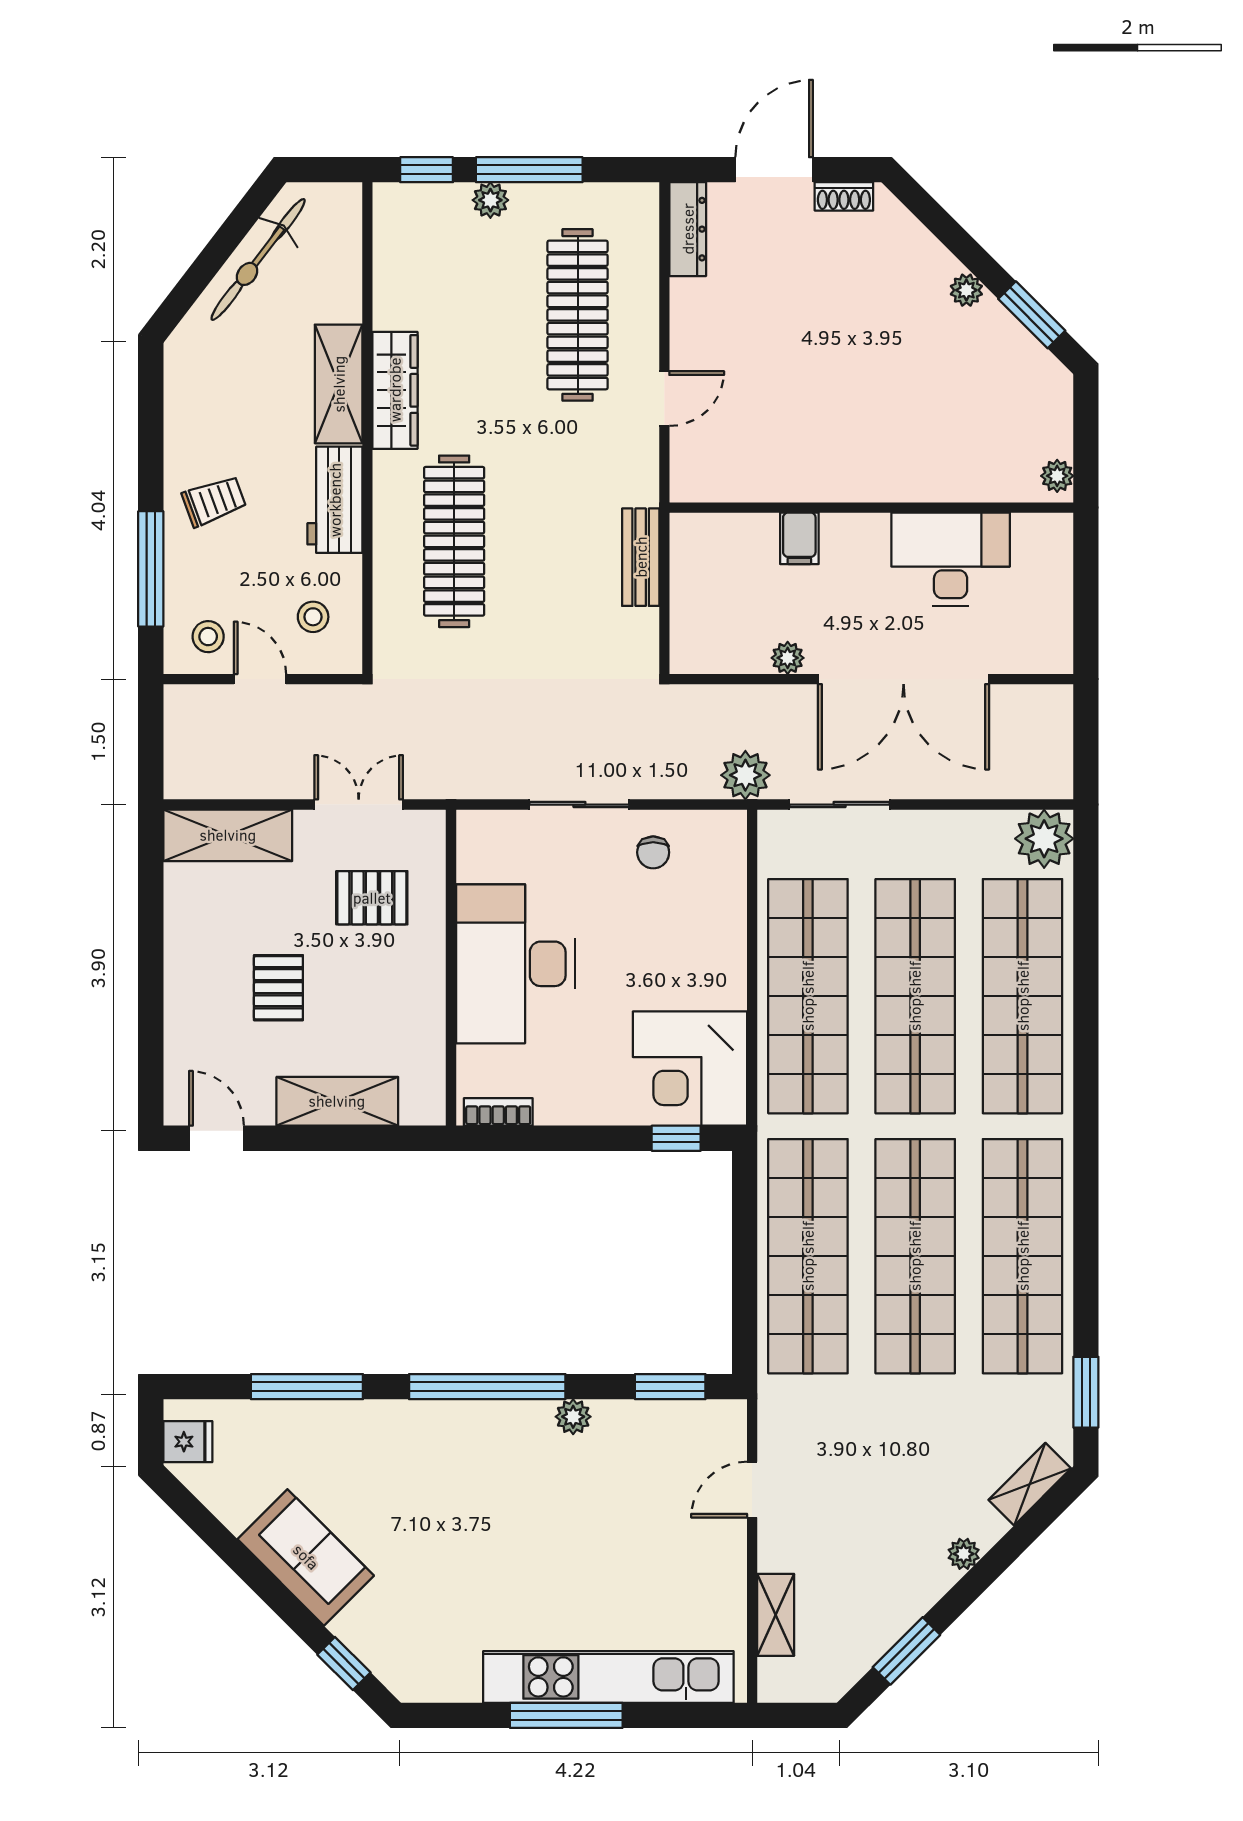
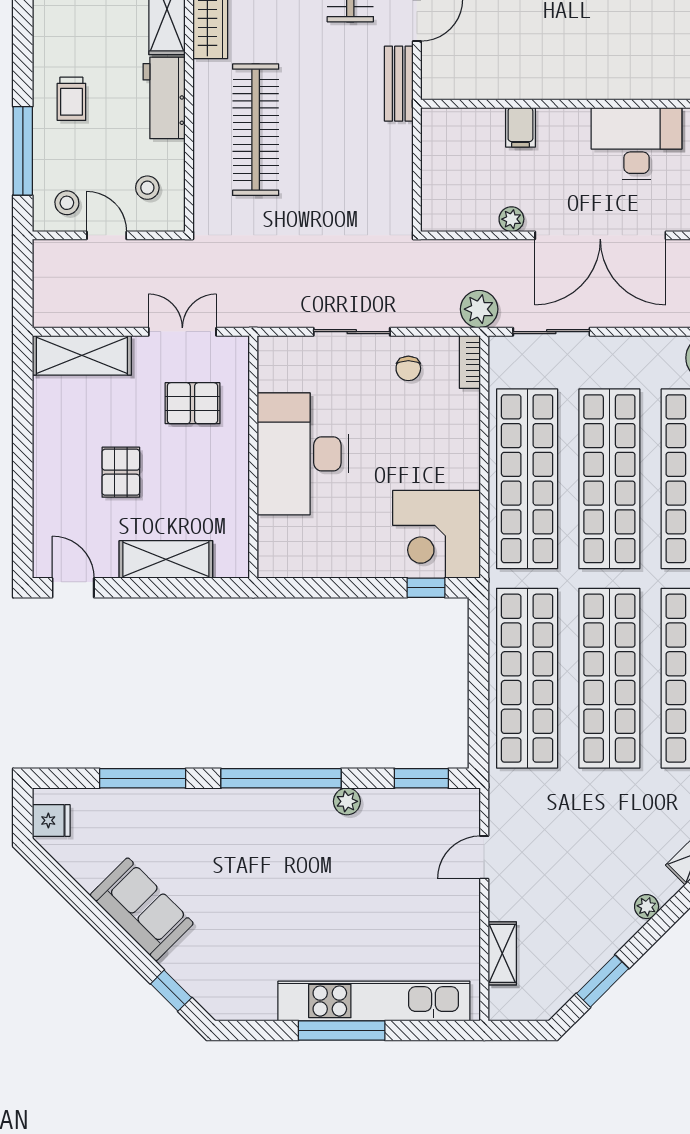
trolley: (214, 501) -> (71, 99), turned 110
bench: (641, 557) -> (399, 84), moved
bookcase: (498, 1112) -> (470, 362), moved, turned -90

